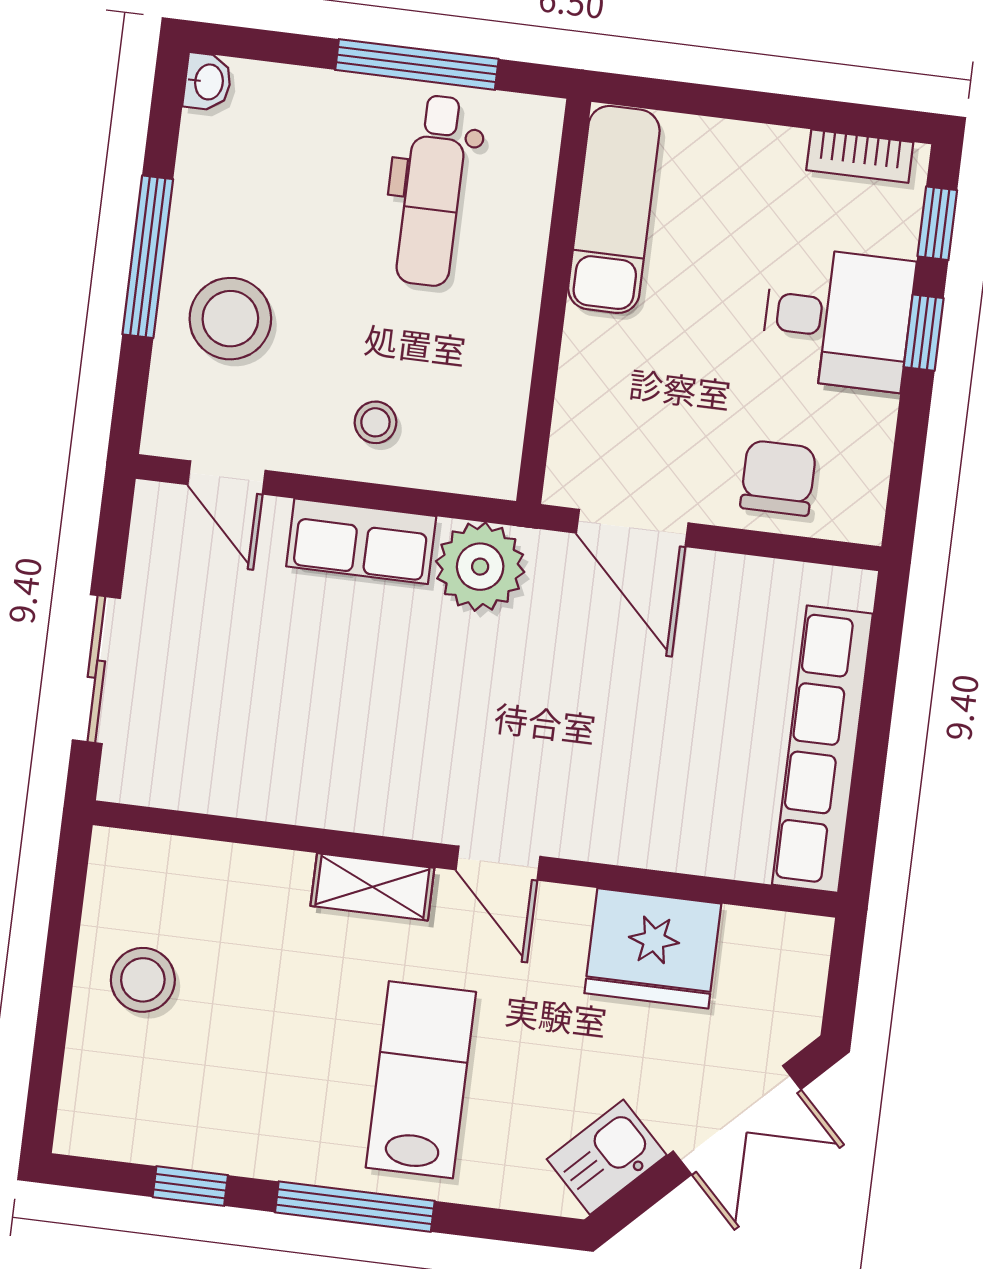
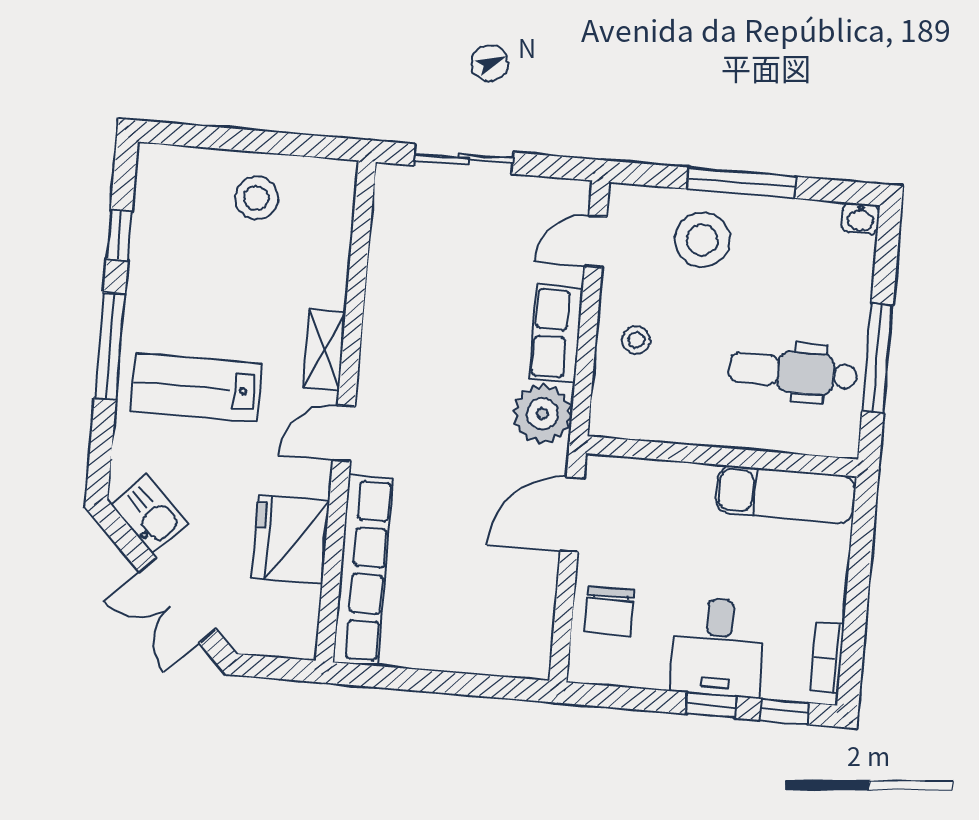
chair: (778, 478) -> (609, 611), turned 90
row of seats: (822, 749) -> (363, 570), moved, turned 90
lab bench: (421, 1080) -> (197, 387), turned 180

